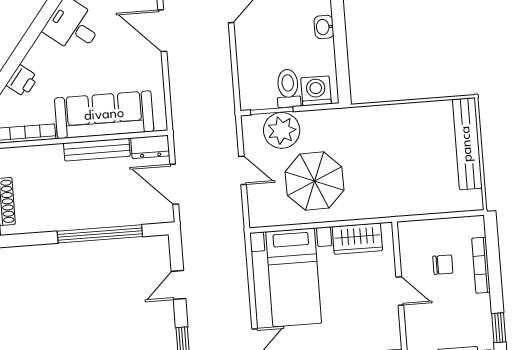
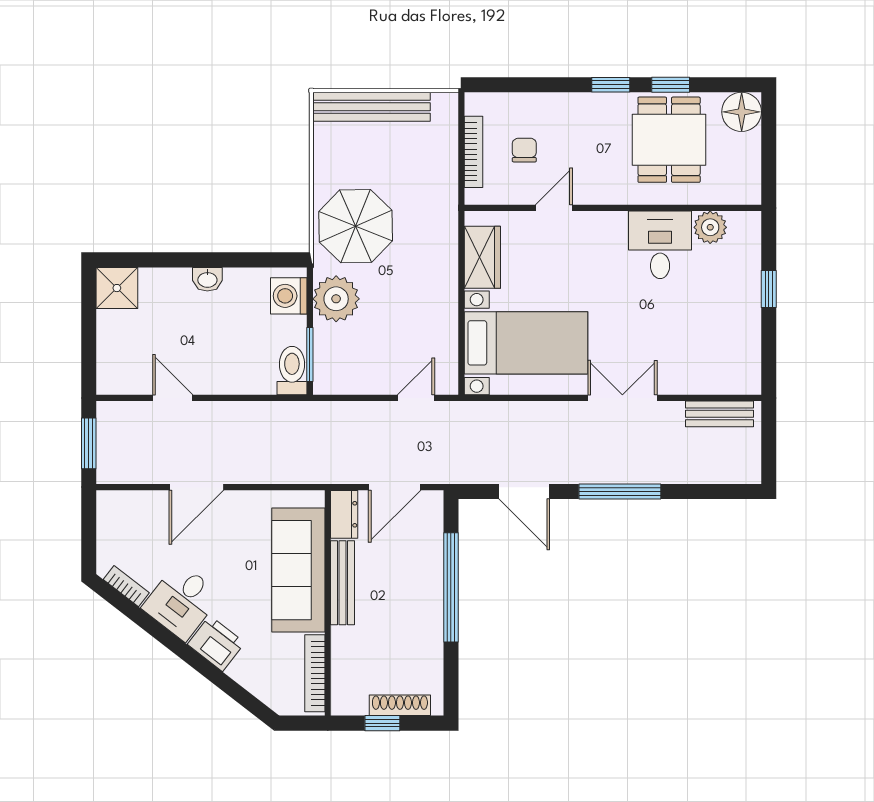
printer: (22, 81) -> (216, 644), moved, width x1.36, depth x1.24
toilet: (288, 88) -> (292, 371), moved, turned 90
plant: (282, 130) -> (336, 299), moved
door: (243, 170) -> (416, 398), moved
parasol: (314, 181) -> (356, 226), moved
bookcase: (481, 265) -> (473, 152), moved, turned -90
door: (178, 285) -> (524, 491), width x1.37

